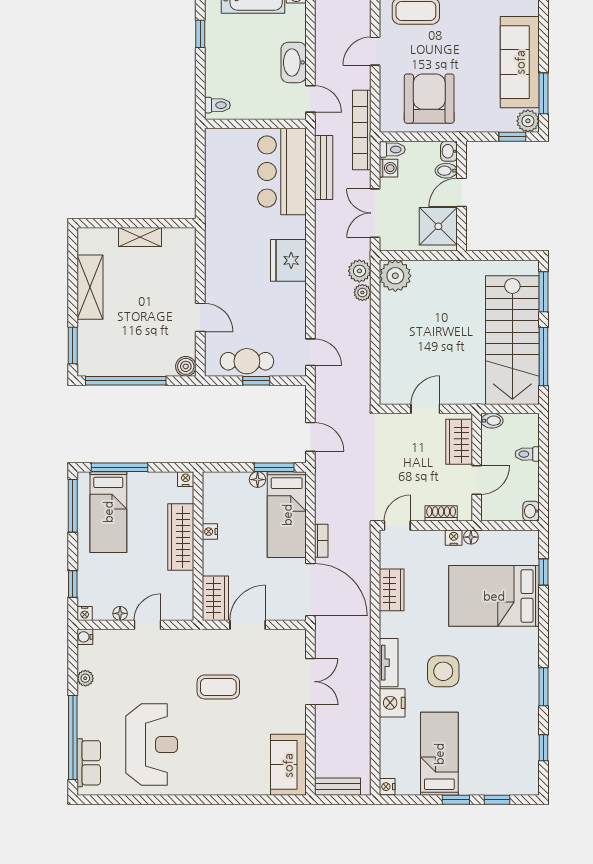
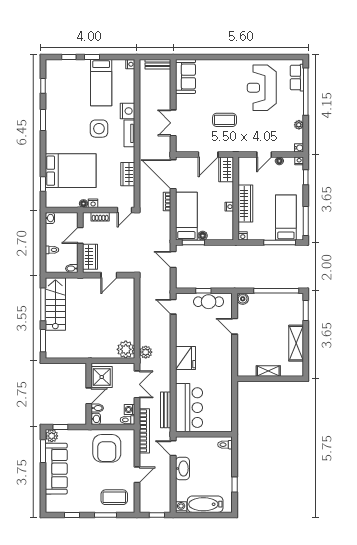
plant: (362, 292) -> (144, 340), removed
stairs: (512, 340) -> (55, 304), width x0.73, depth x0.66

